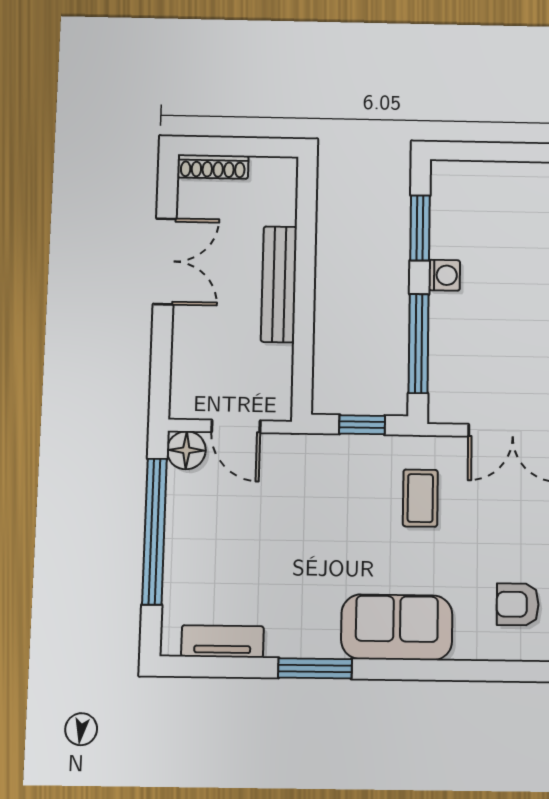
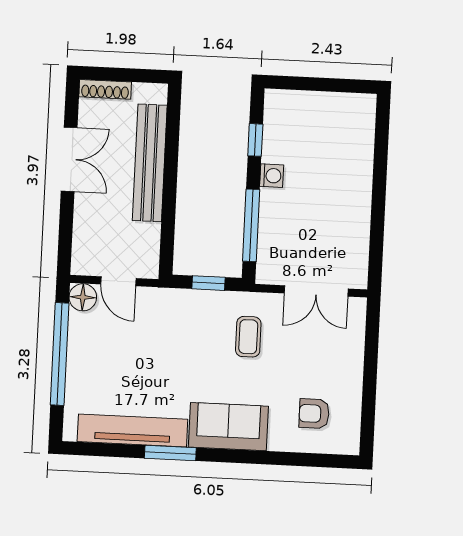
window: (420, 228) -> (255, 140), width x0.67
bench: (279, 284) -> (150, 163), width x1.37, depth x1.21
tv unit: (222, 641) -> (132, 430), width x1.92, depth x1.29

